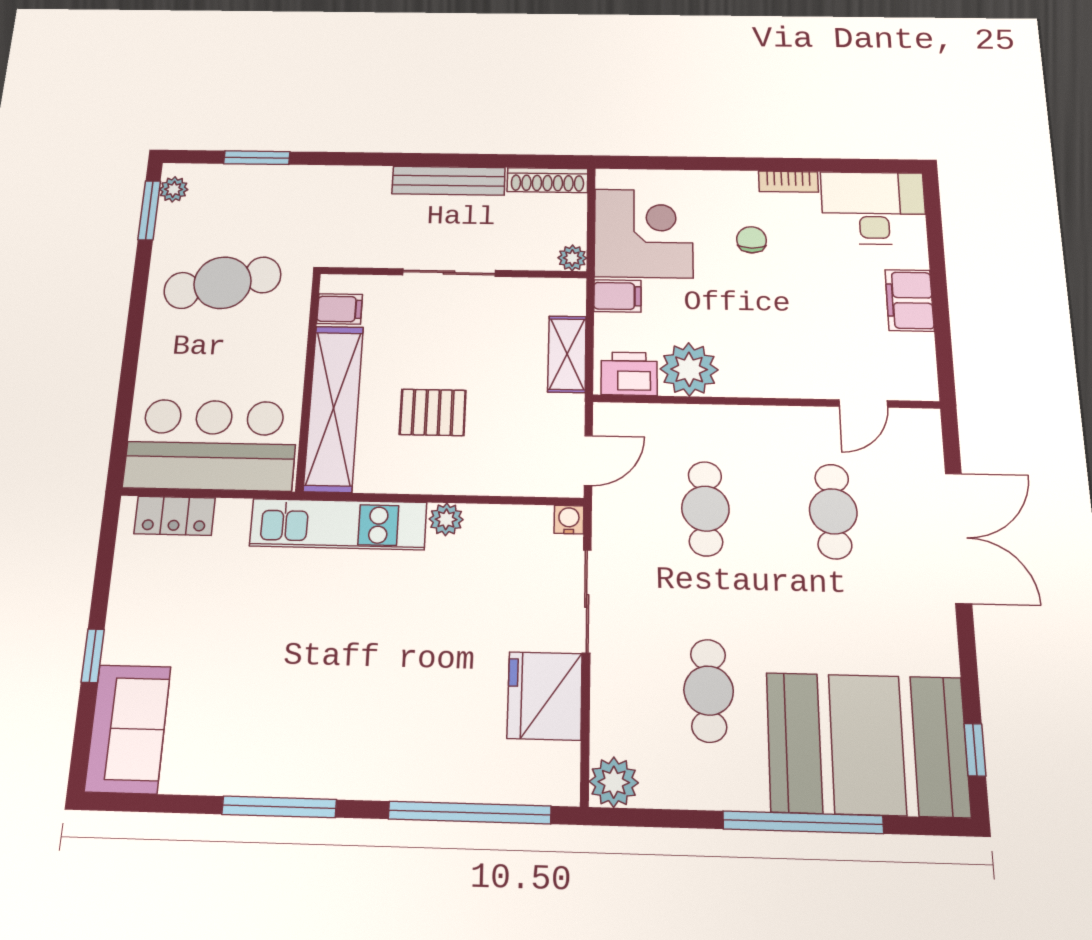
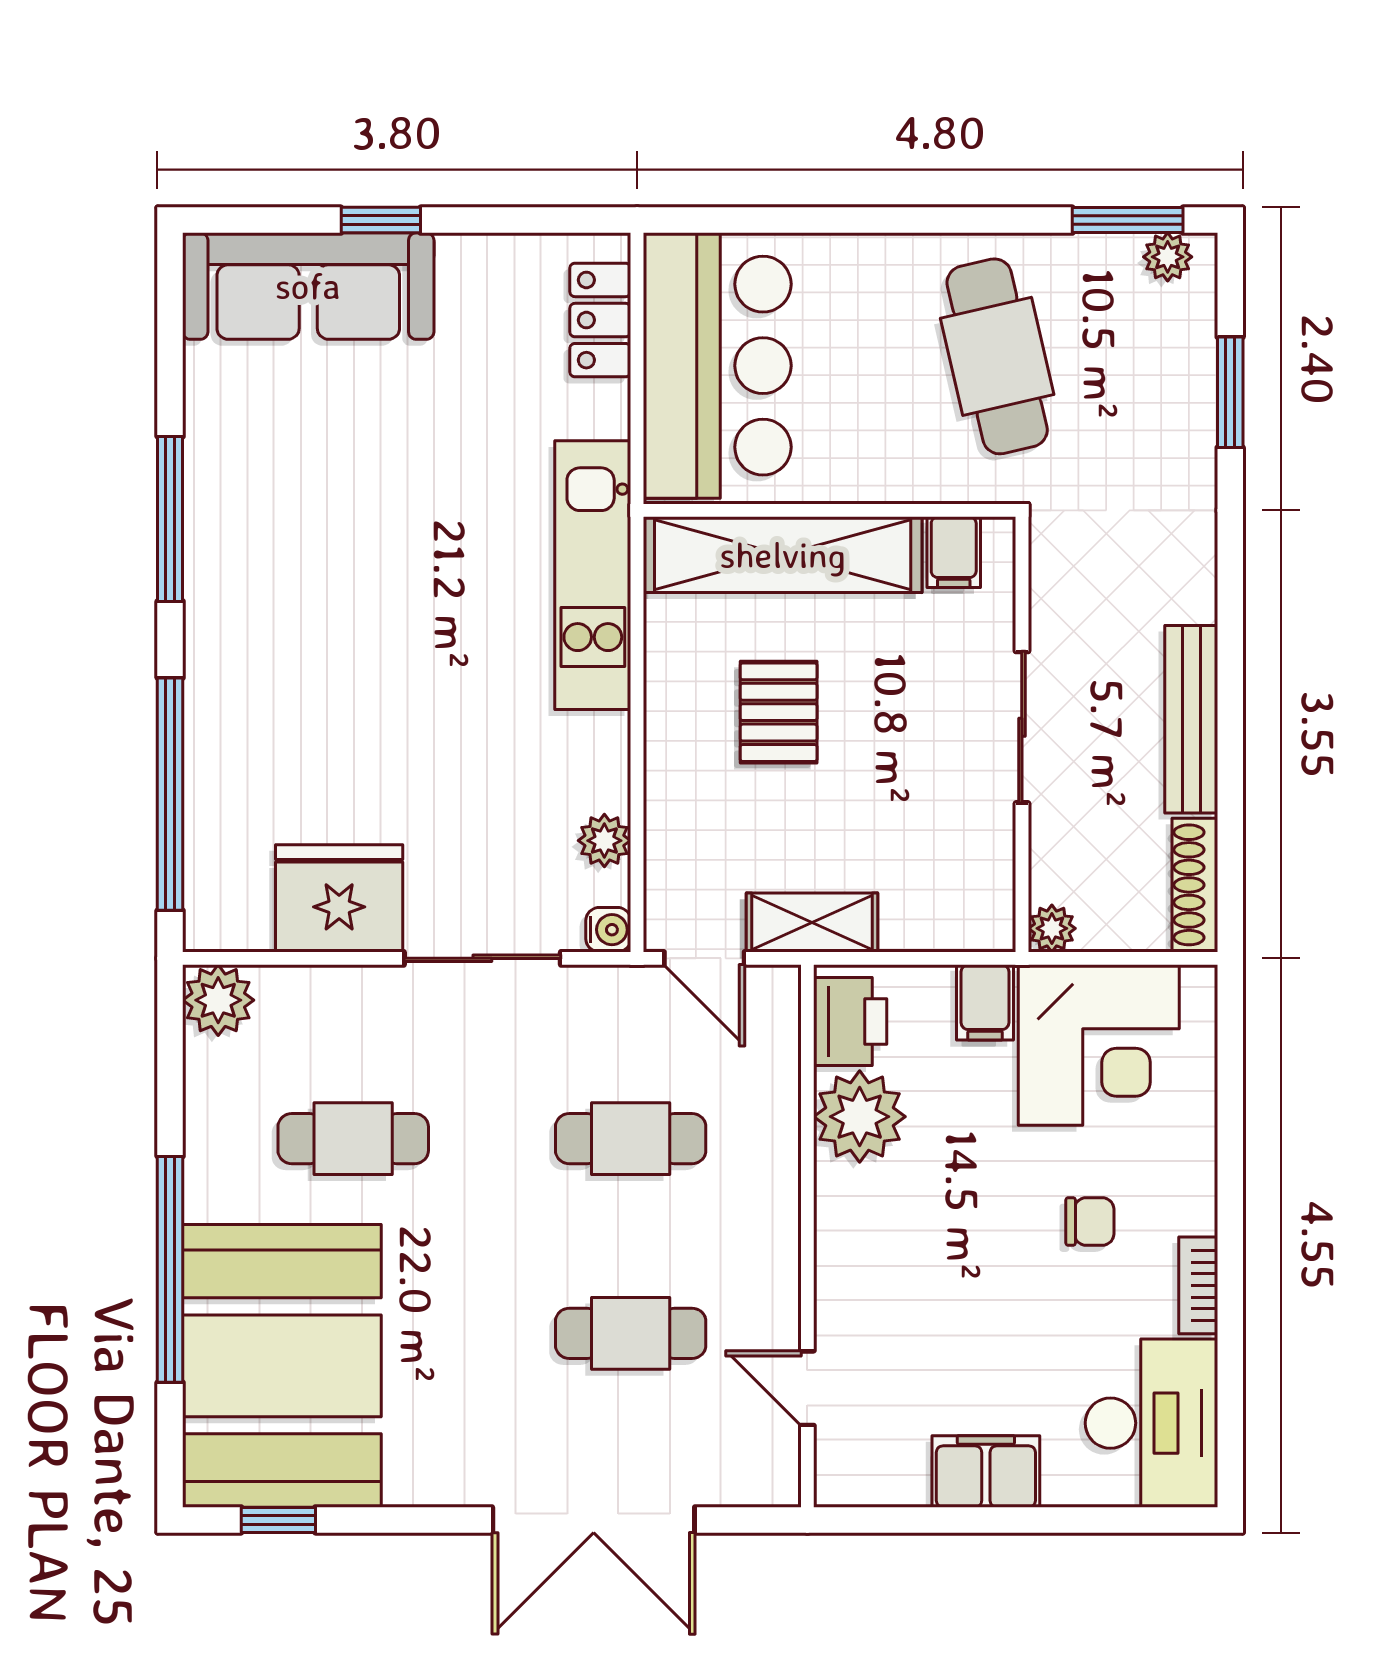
shelving: (567, 354) -> (812, 922), moved
plant: (446, 519) -> (604, 841), moved
sofa: (128, 729) -> (308, 286), width x1.36

